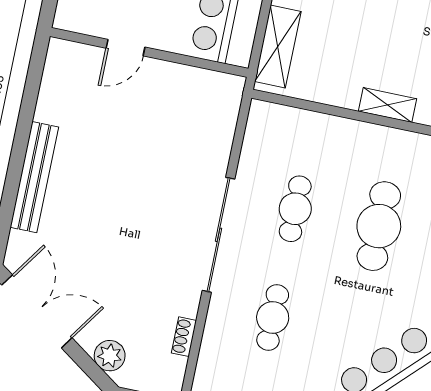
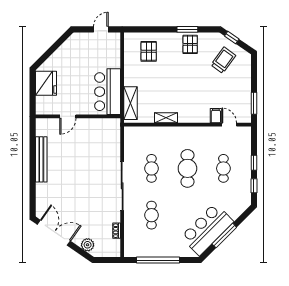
shelving: (388, 105) -> (166, 118), moved
bench: (34, 177) -> (41, 159), moved

